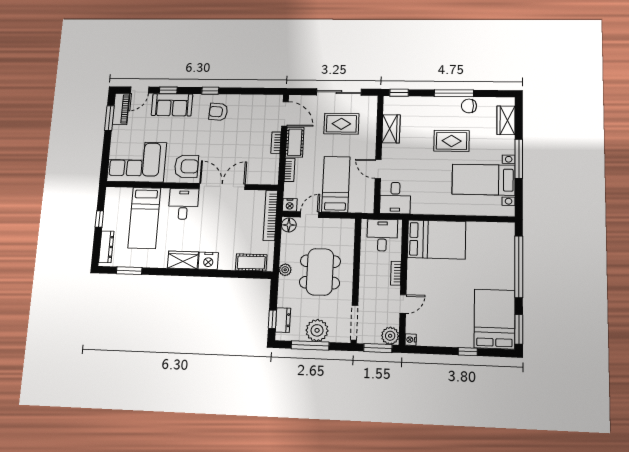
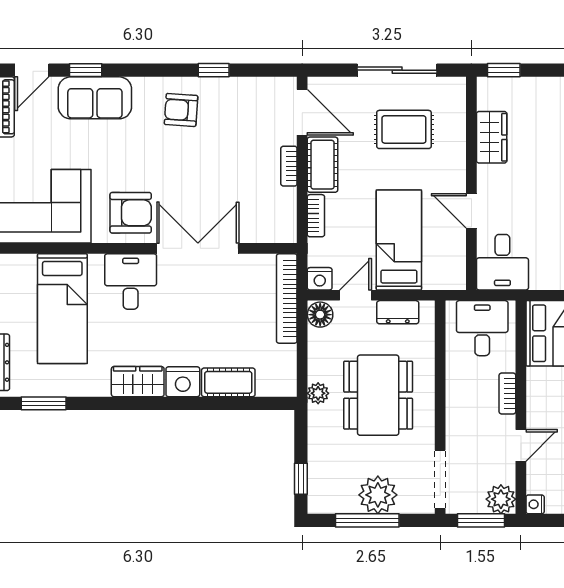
window: (210, 91) -> (214, 70), moved
cot: (251, 262) -> (228, 382), moved
dresser: (283, 320) -> (398, 312), moved, turned 90

